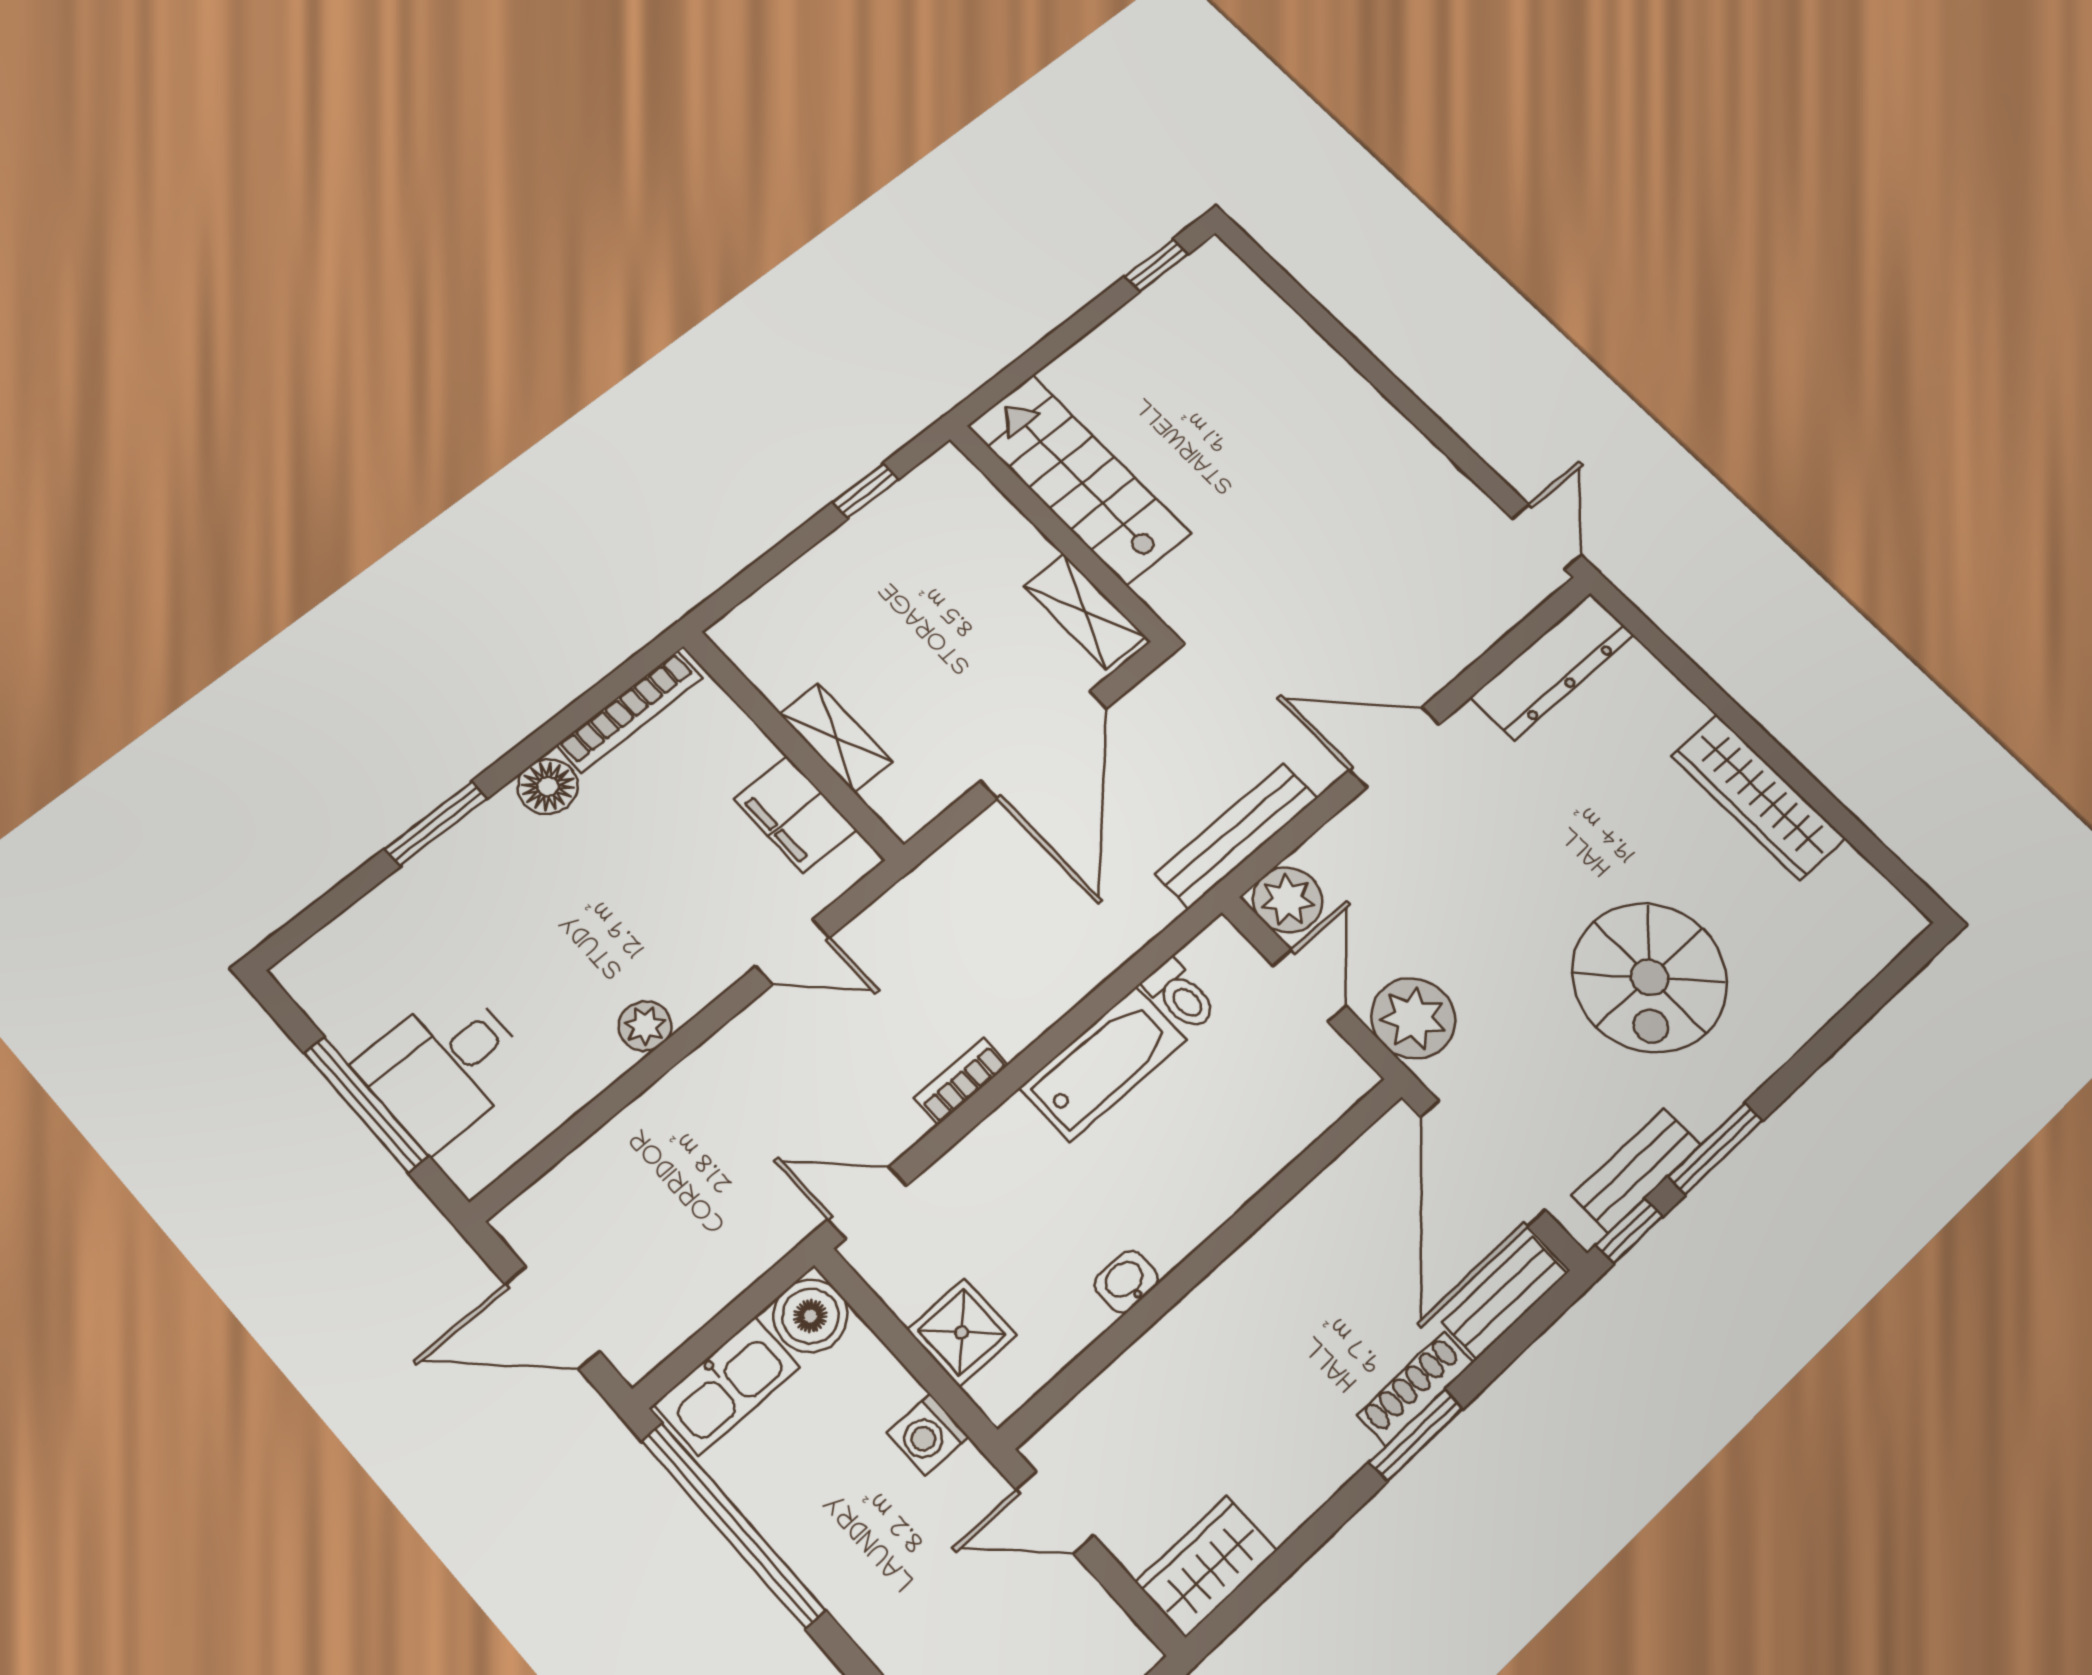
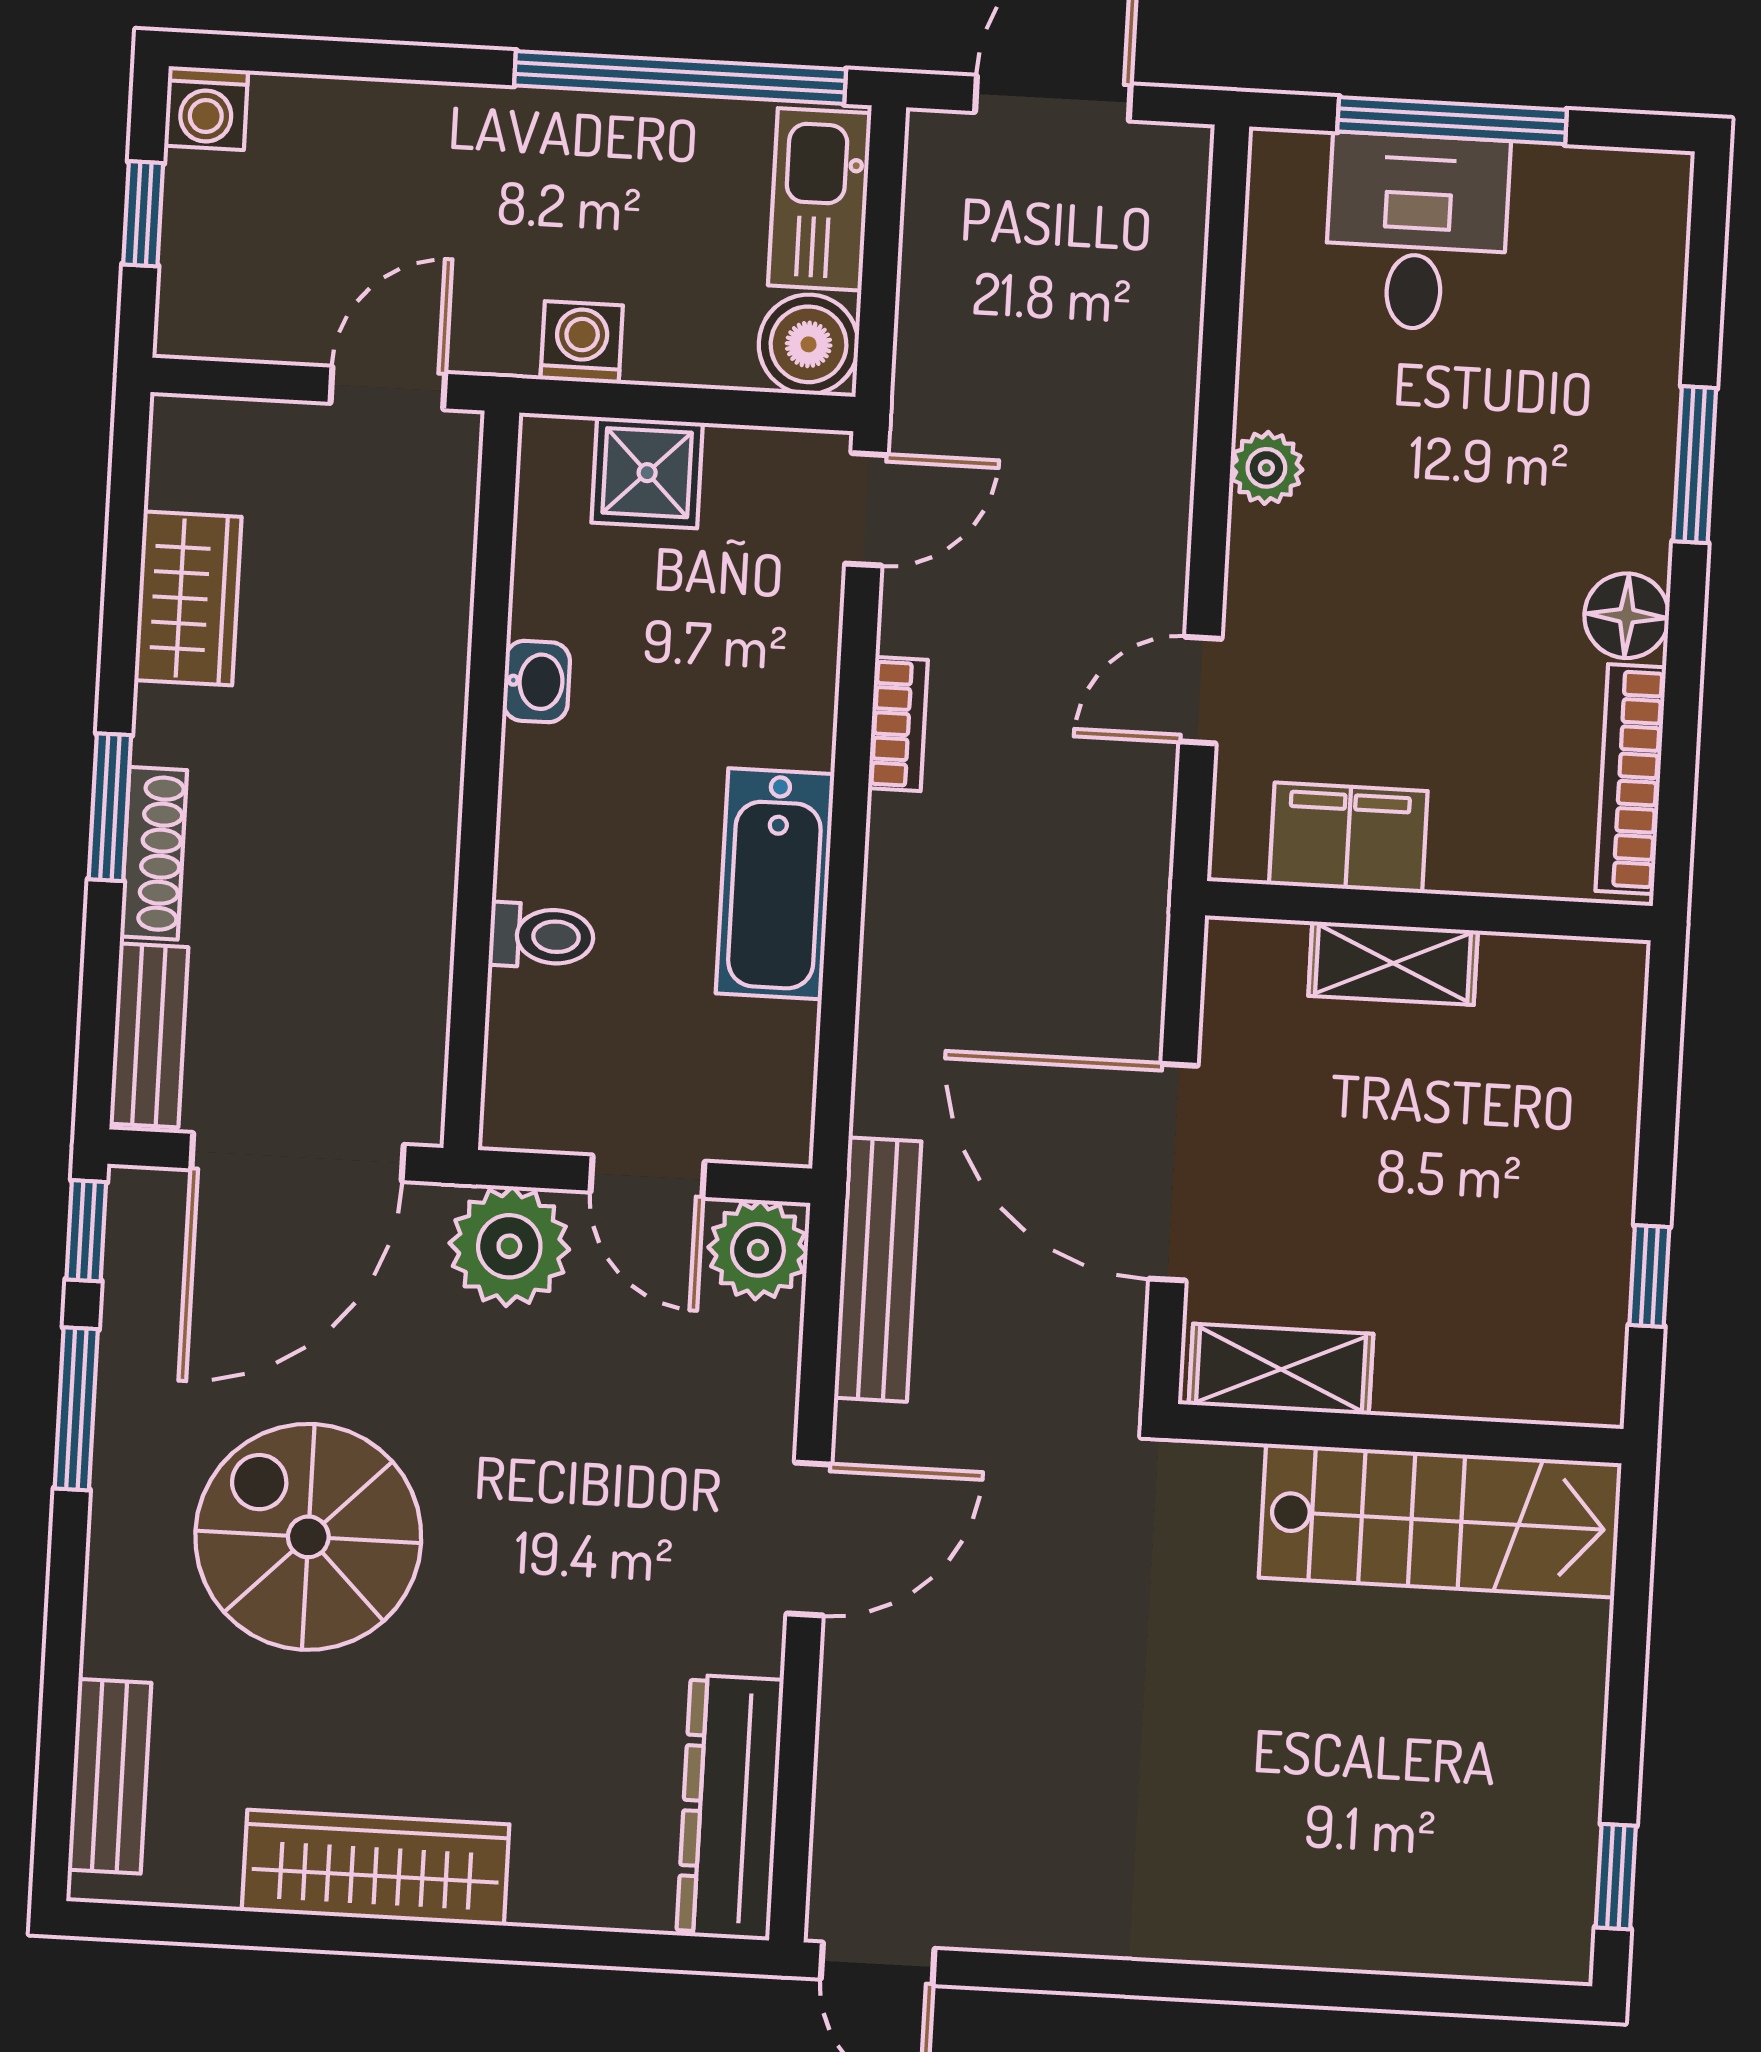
toilet: (1180, 995) -> (542, 936), moved, turned 180
door: (1483, 1163) -> (297, 1157), swing flipped
bench: (1636, 1170) -> (110, 1776), moved
wardrobe: (1206, 1566) -> (188, 598), moved

